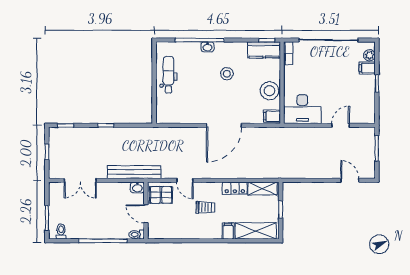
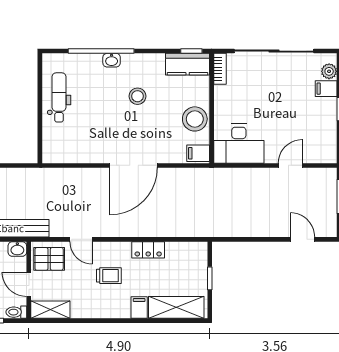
shelving: (263, 189) -> (50, 310), moved

